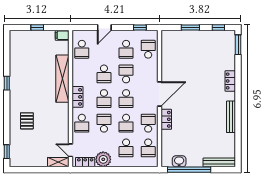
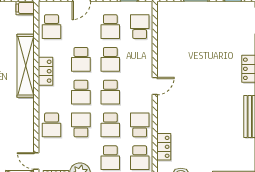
school desk: (126, 74) -> (110, 59), turned 180
door: (160, 94) -> (155, 86), width x0.53
locker: (77, 97) -> (46, 71), moved
locker: (166, 119) -> (164, 147), moved

